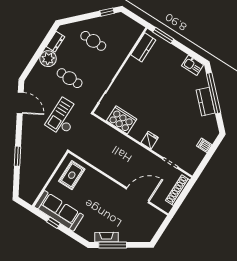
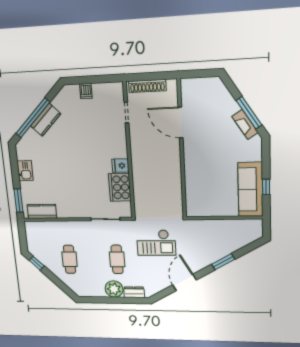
dresser: (55, 42) -> (134, 292), moved
kitchen sink: (193, 65) -> (25, 171), moved
door: (20, 103) -> (185, 282), moved
fridge: (150, 140) -> (121, 166), moved
rug: (72, 175) -> (206, 200), removed

